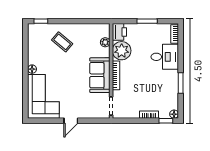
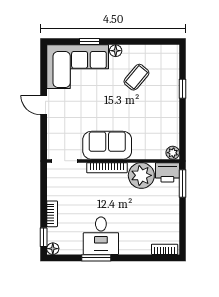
window: (41, 21) -> (182, 89), moved
window: (147, 21) -> (182, 183), moved
coffee table: (62, 42) -> (136, 77), moved
plant: (105, 42) -> (173, 153), moved
desk: (165, 57) -> (101, 236), moved
window: (25, 88) -> (90, 41), added

